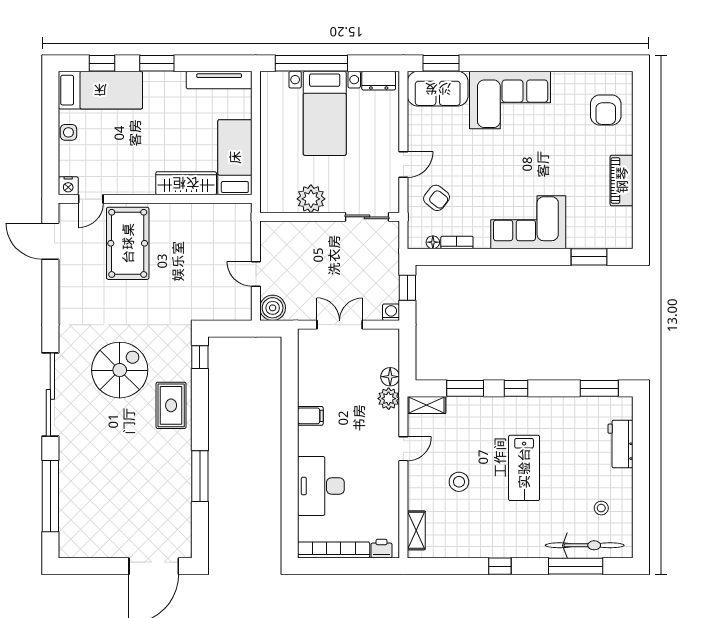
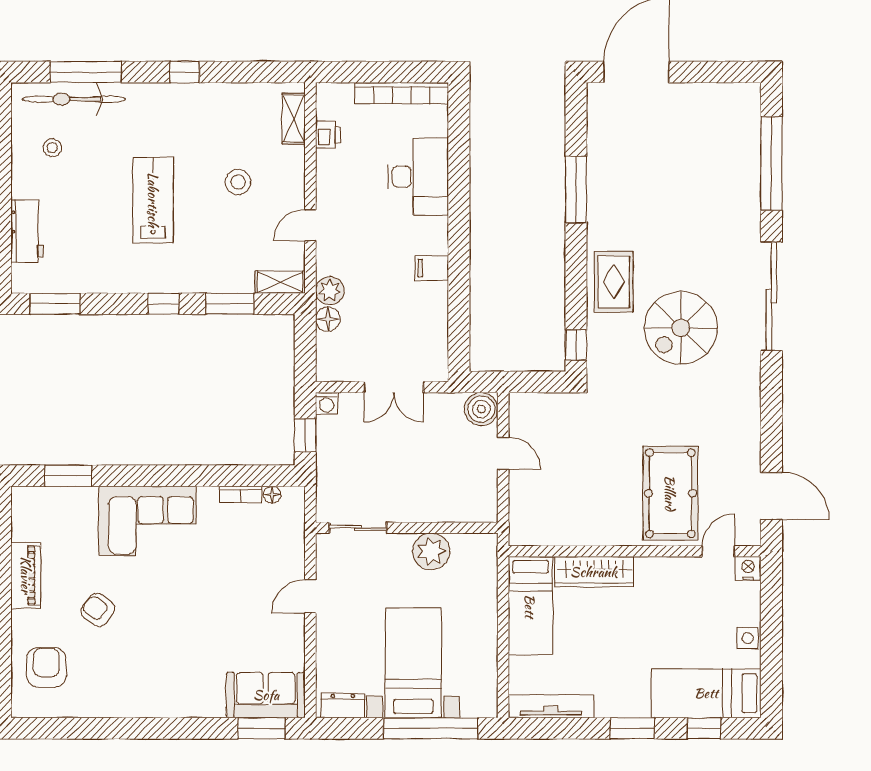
corner sofa: (510, 100) -> (171, 680), removed
armchair: (437, 198) -> (98, 610), moved
printer: (382, 549) -> (328, 135), moved, turned -90

